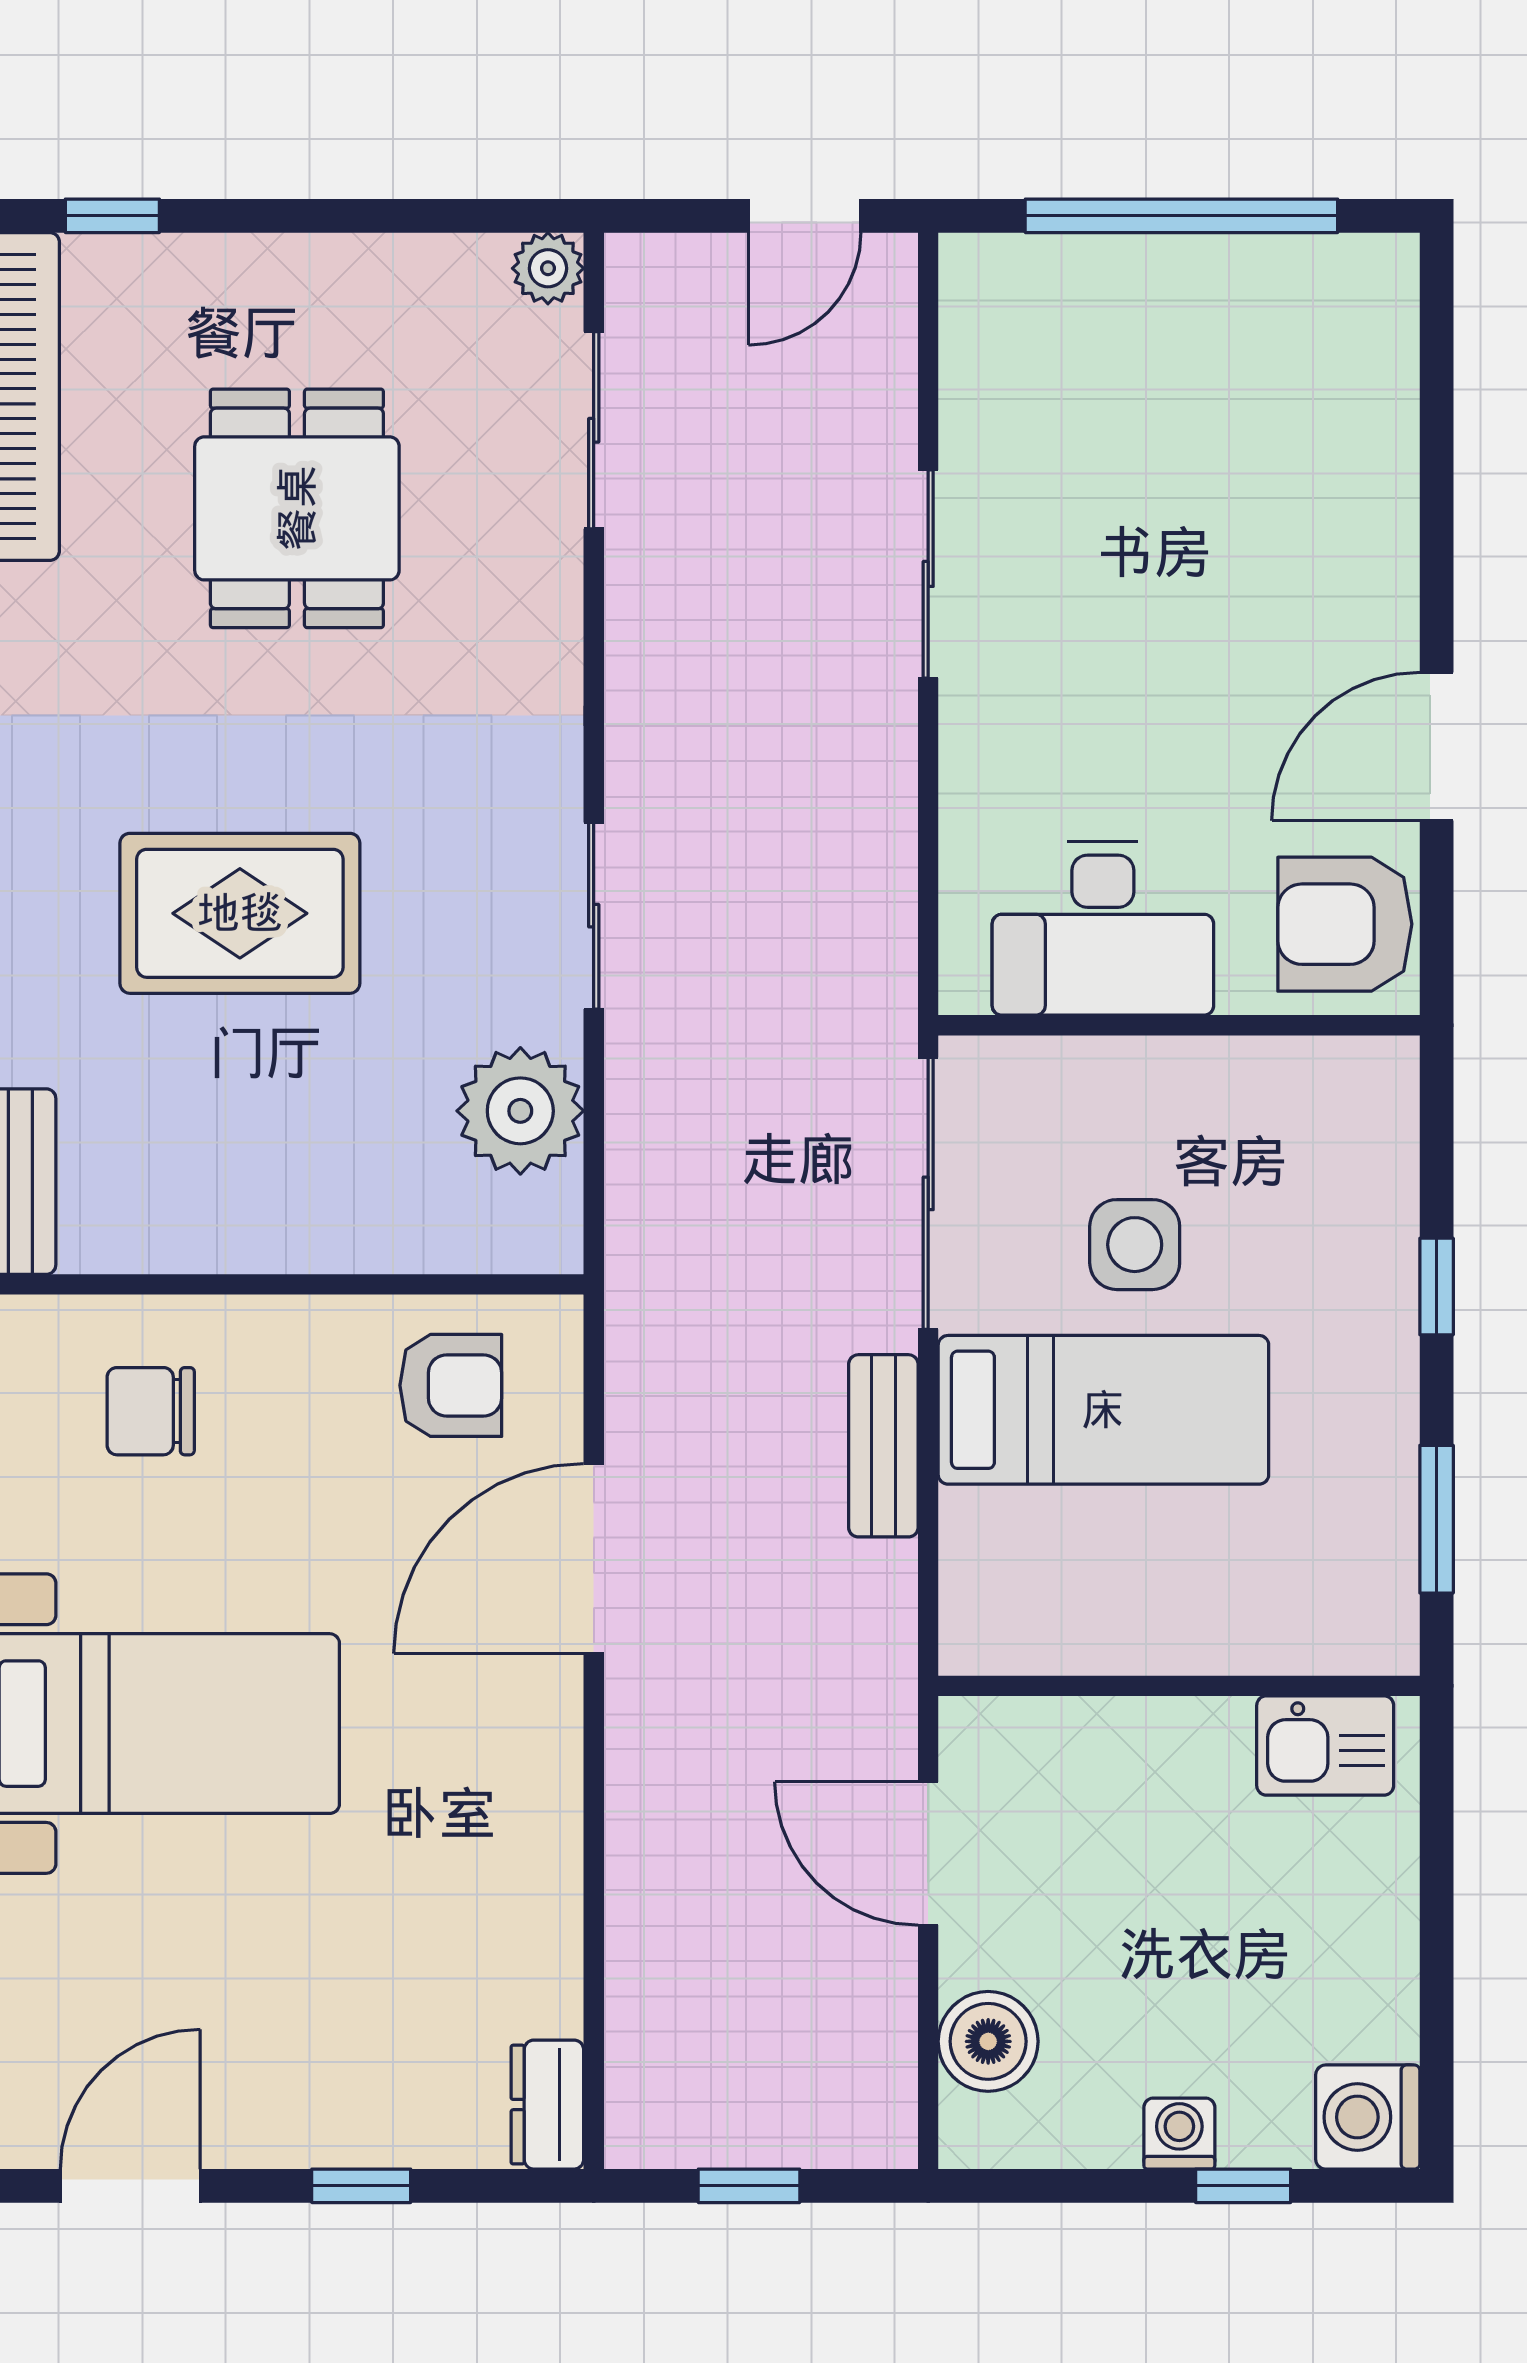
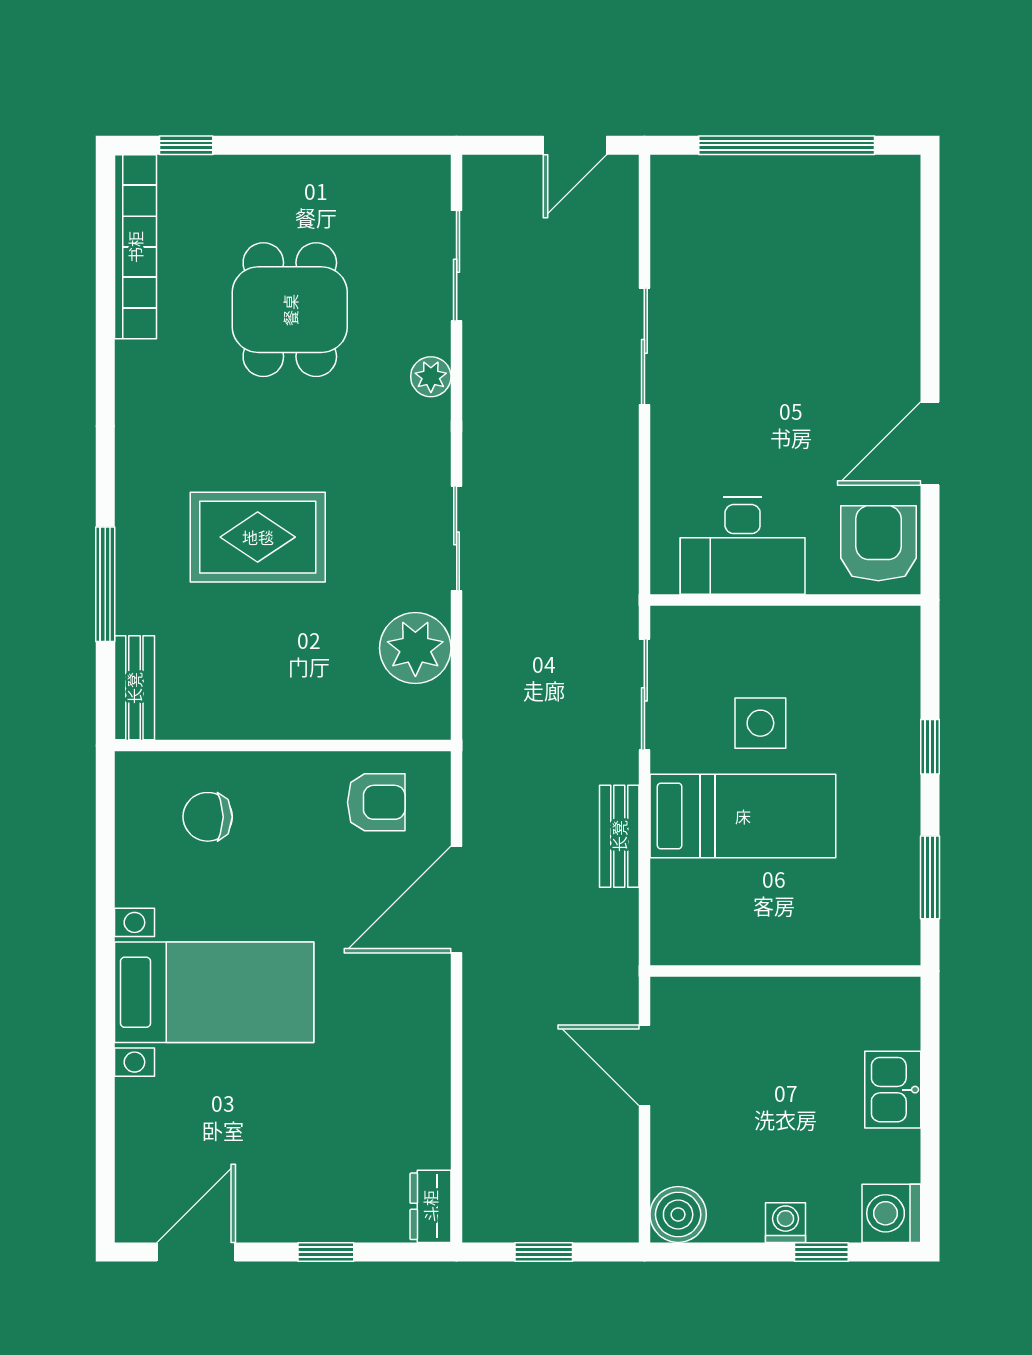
plant: (548, 268) -> (431, 377), moved
armchair: (1345, 924) -> (878, 543), turned 90
sliding door: (928, 1193) -> (644, 694), width x0.73
kitchen sink: (1325, 1745) -> (893, 1090), moved, turned 90
boiler: (988, 2041) -> (678, 1215), moved

